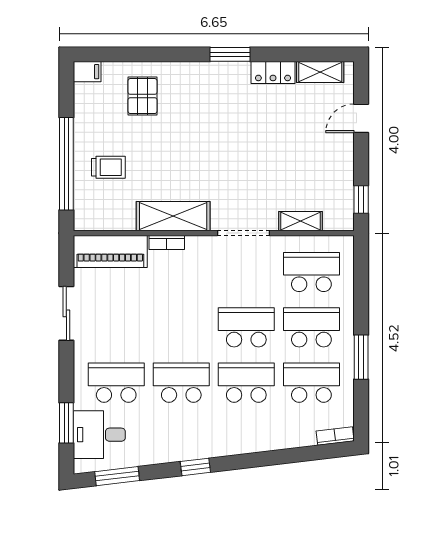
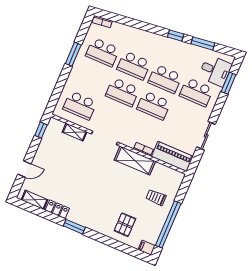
window: (66, 164) -> (168, 224), moved
school desk: (311, 327) -> (154, 105), moved
window: (117, 476) -> (203, 43), moved

